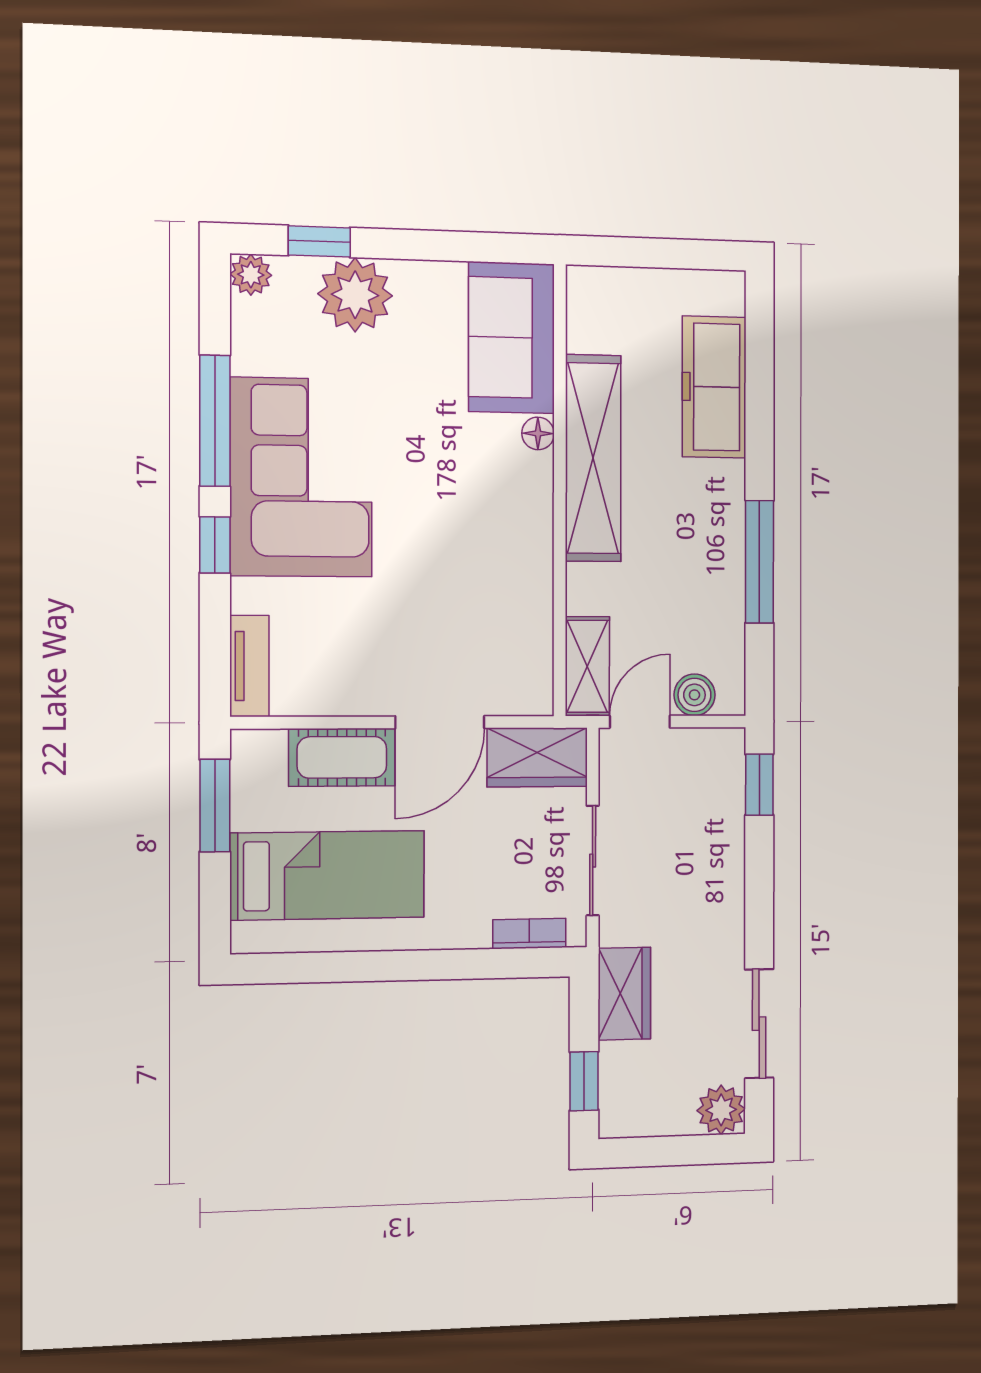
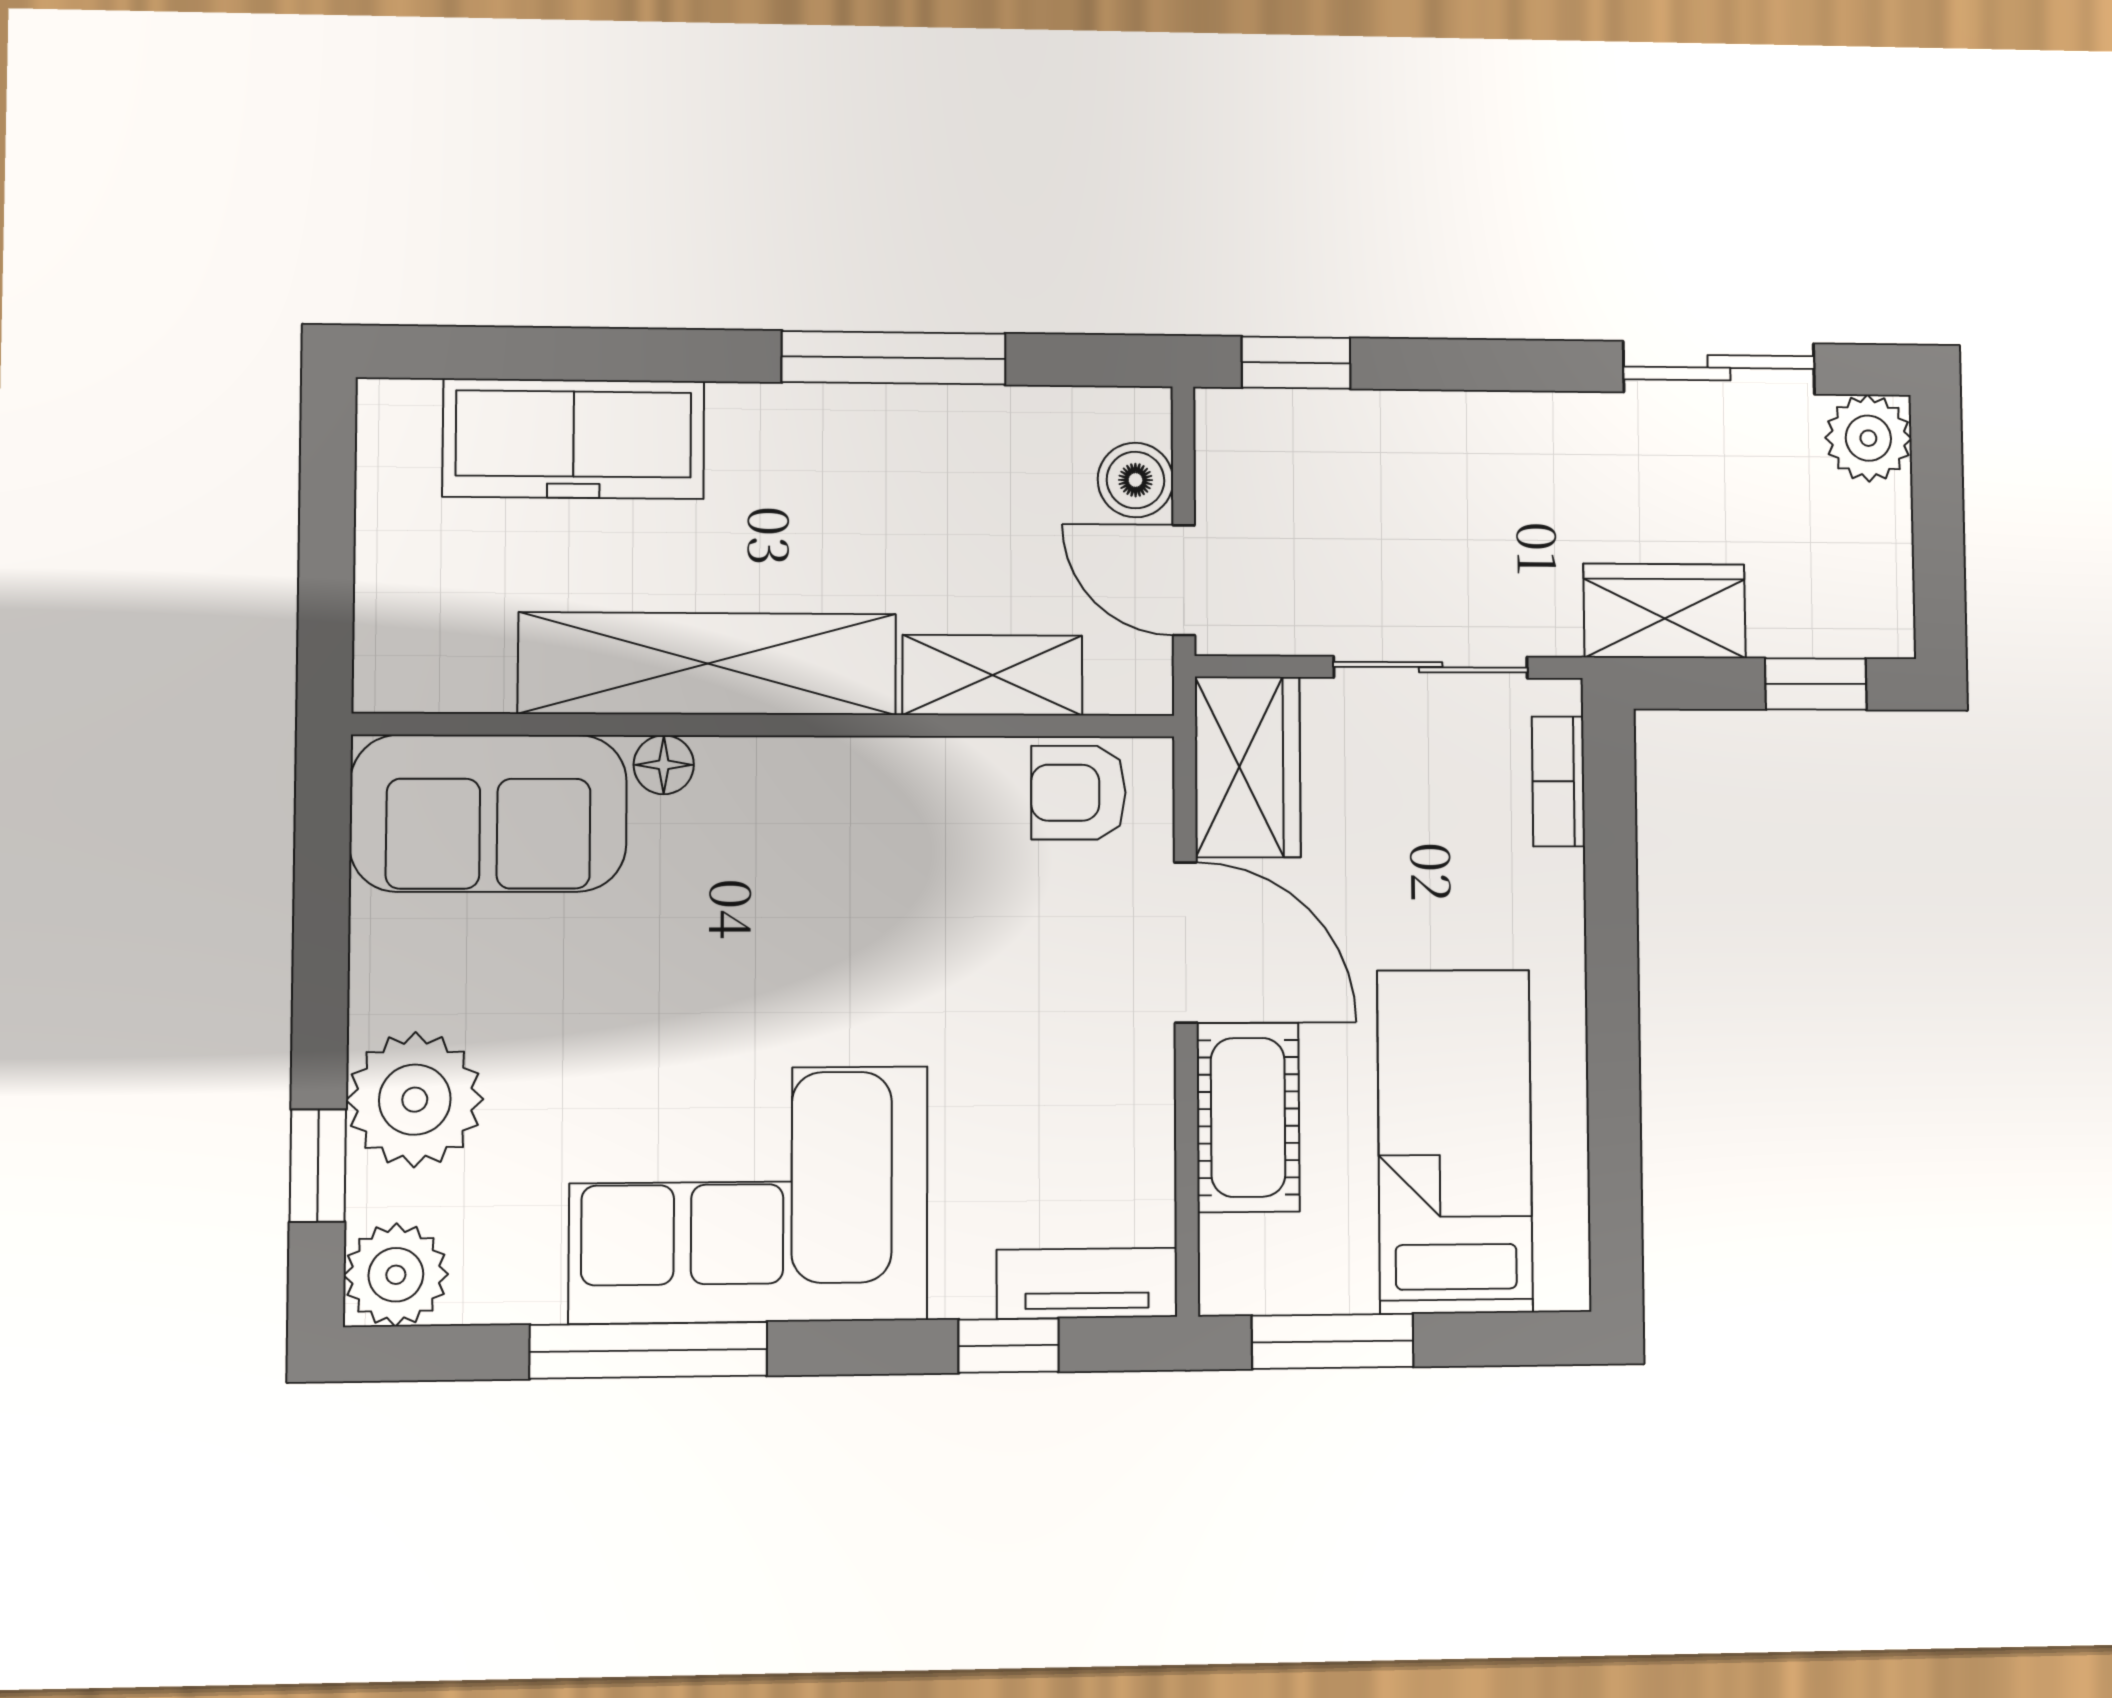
plant: (251, 275) -> (396, 1275), width x1.38, depth x1.38
window: (215, 545) -> (1009, 1346), moved
armchair: (523, 662) -> (1078, 793), added
shelving: (587, 666) -> (992, 675), moved

